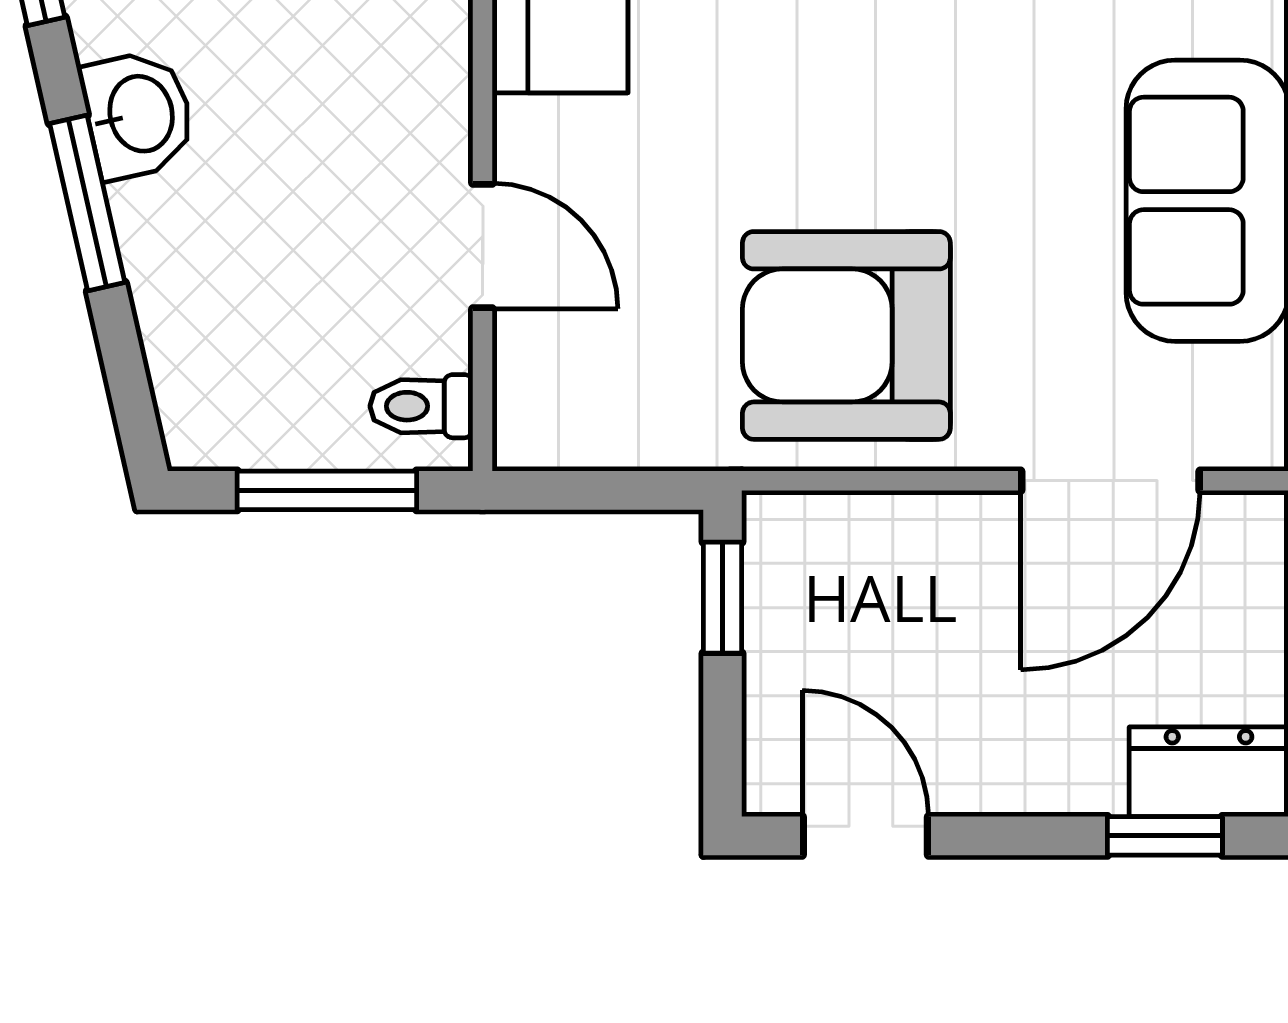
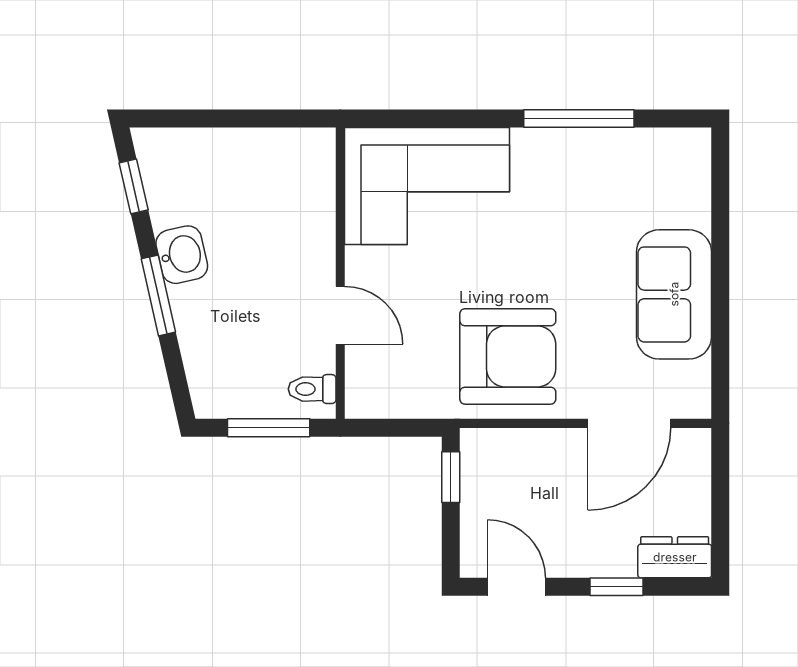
armchair: (846, 335) -> (508, 356), turned 180
window: (1165, 836) -> (616, 587), moved

